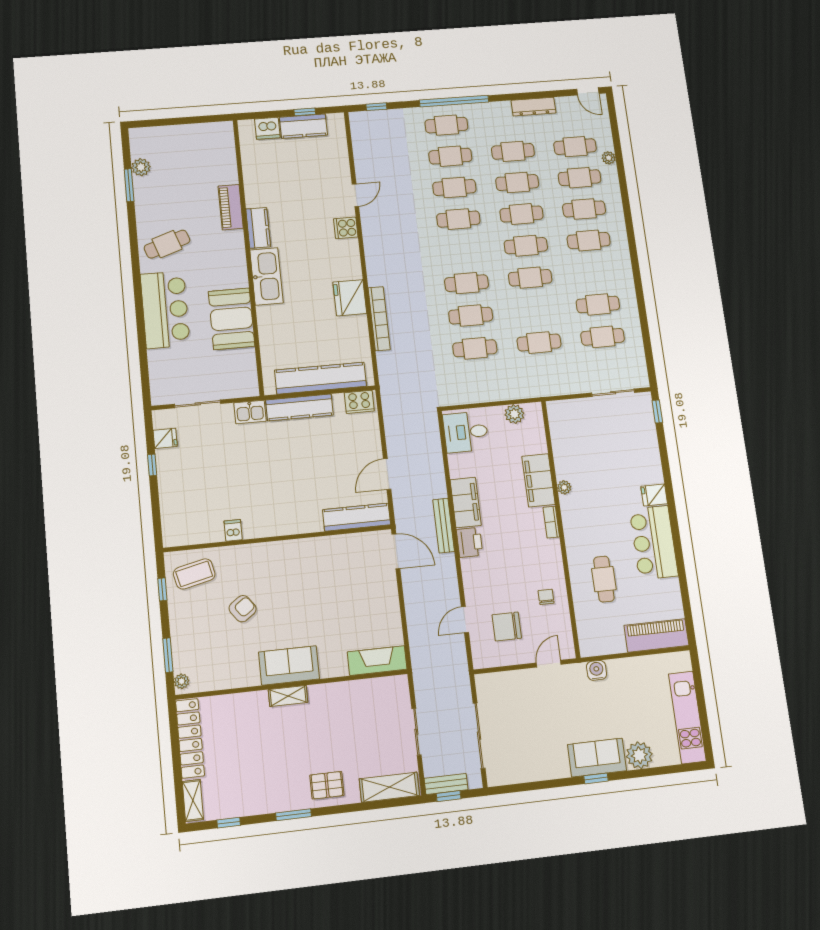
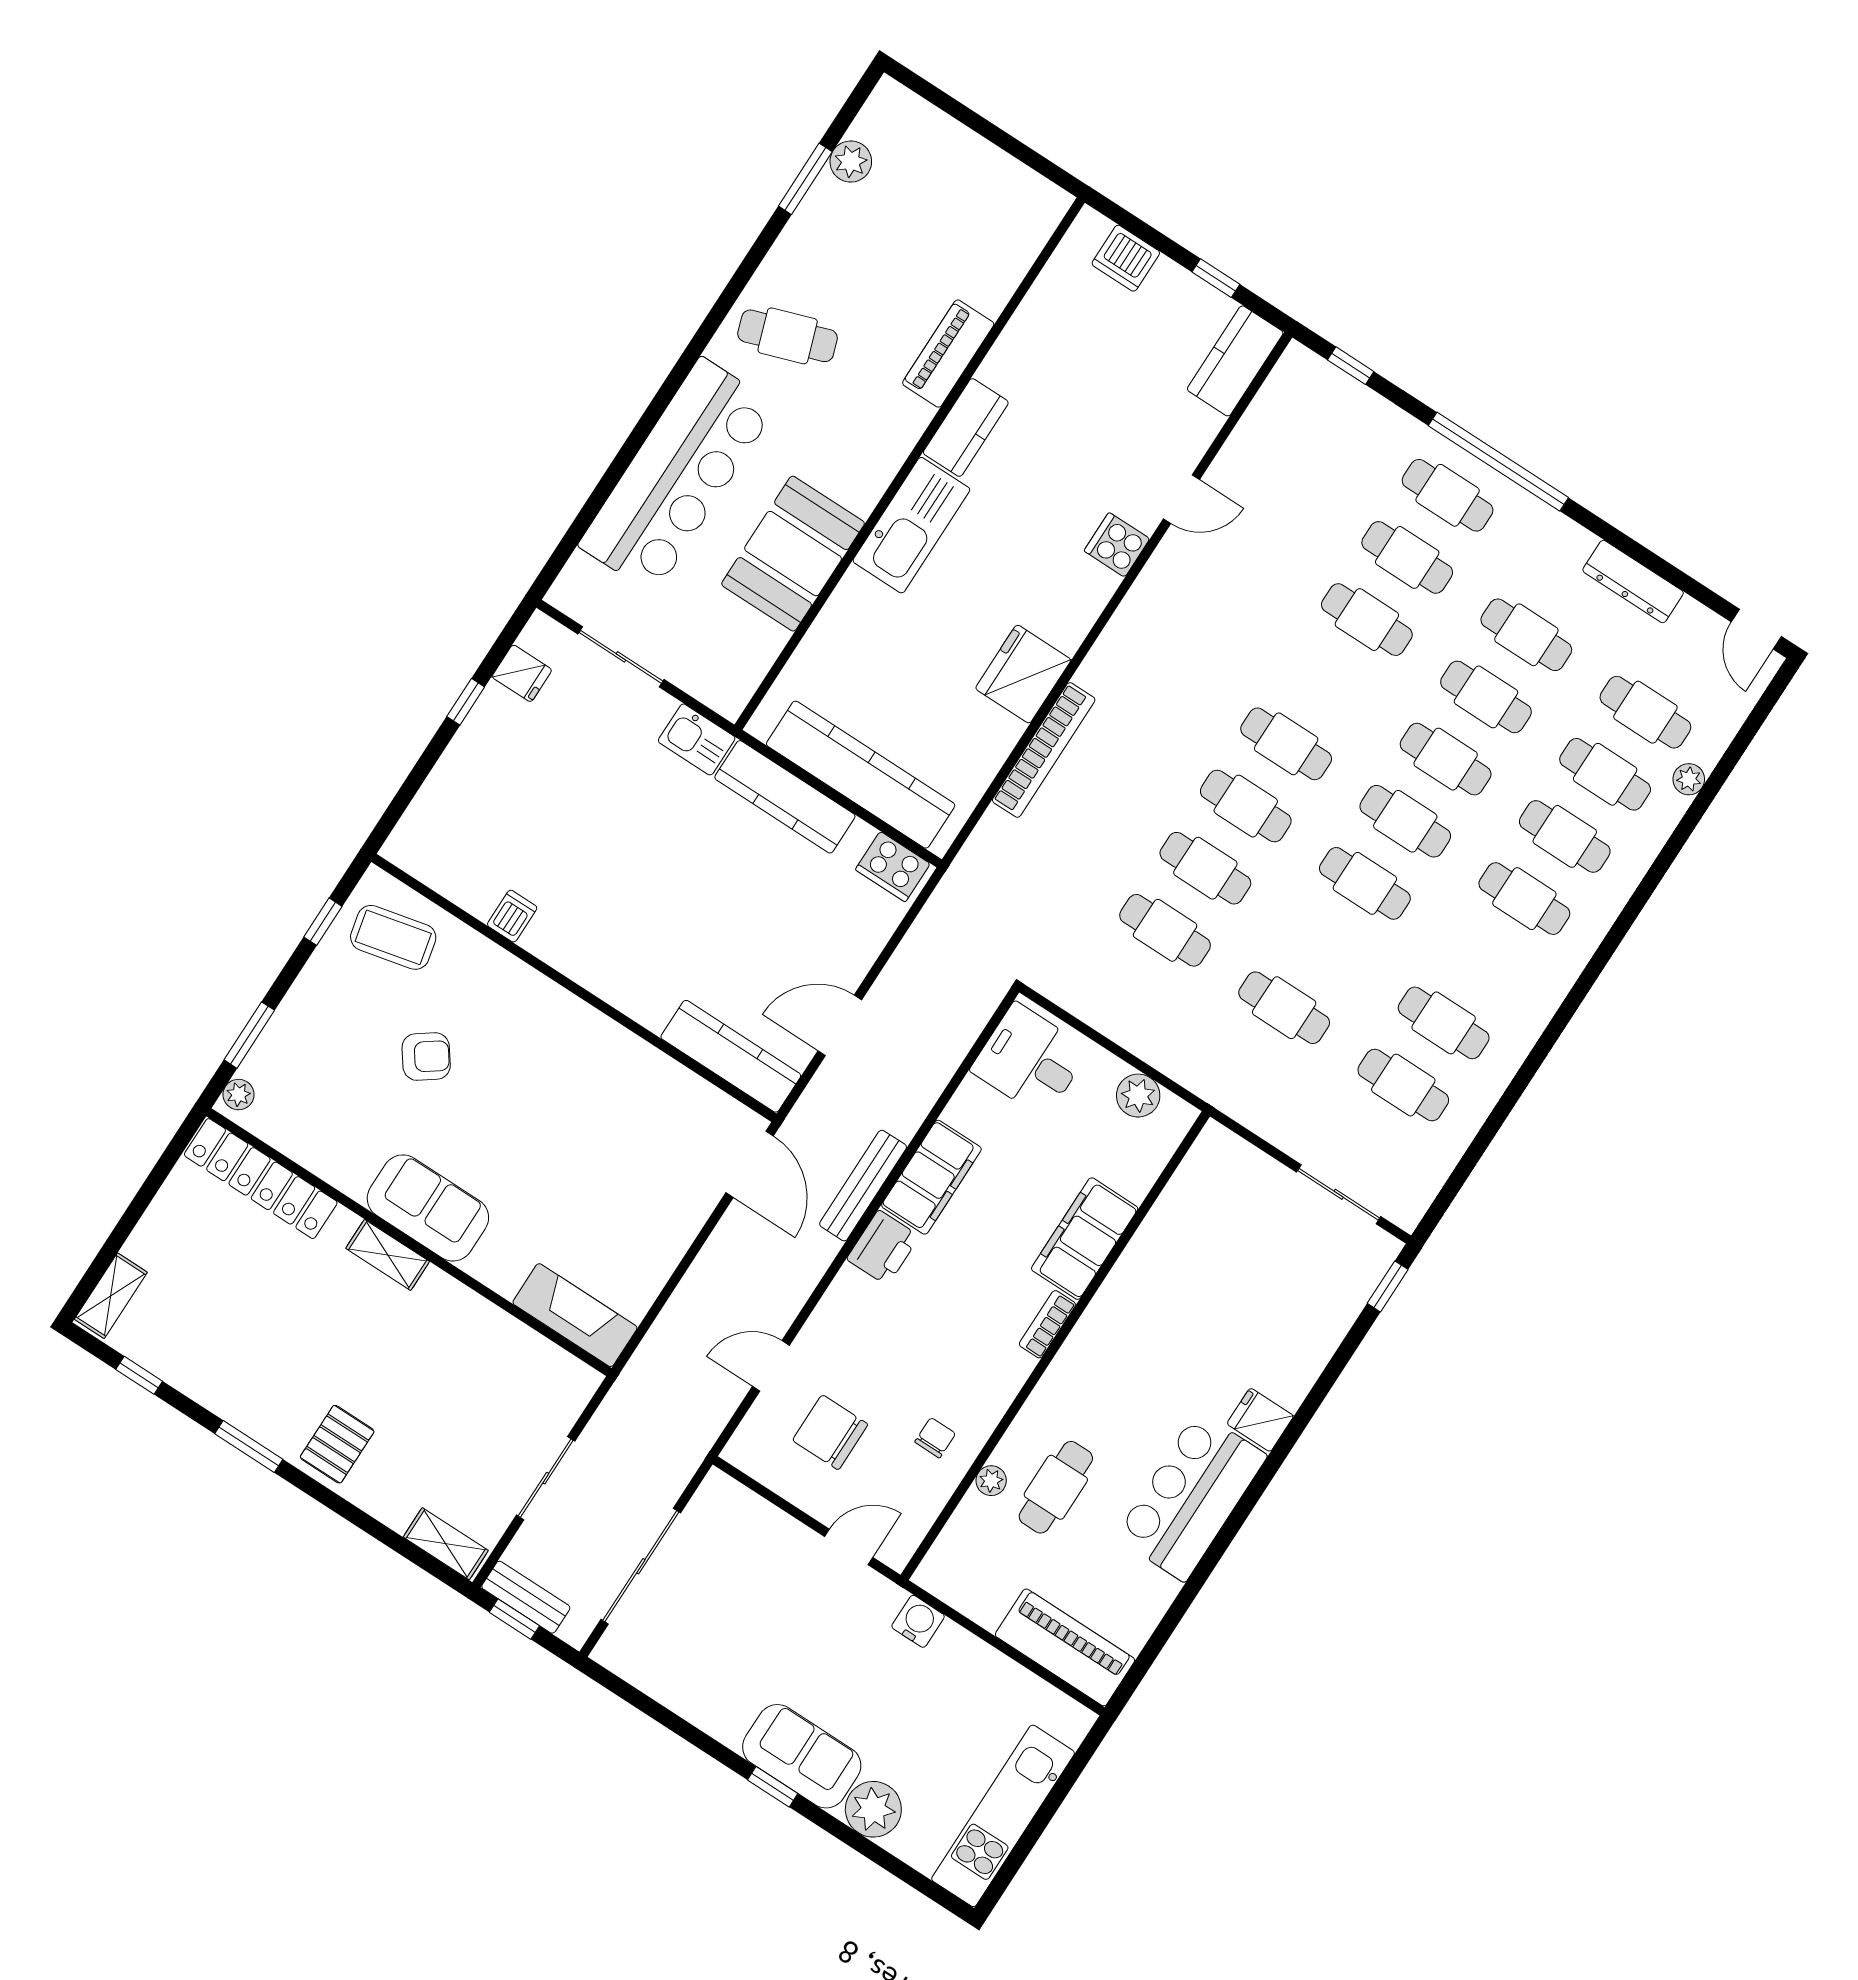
kitchen counter: (303, 126) -> (1235, 361), moved, turned 90
cafe table: (458, 219) -> (1286, 744), moved
bar counter: (165, 310) -> (677, 476), width x1.36
plant: (564, 487) -> (991, 1481), moved
locker: (190, 738) -> (261, 1179), moved, turned 90
pallet: (327, 785) -> (337, 1444), turned 90
shelving: (389, 787) -> (446, 1544), width x0.67, depth x0.75

